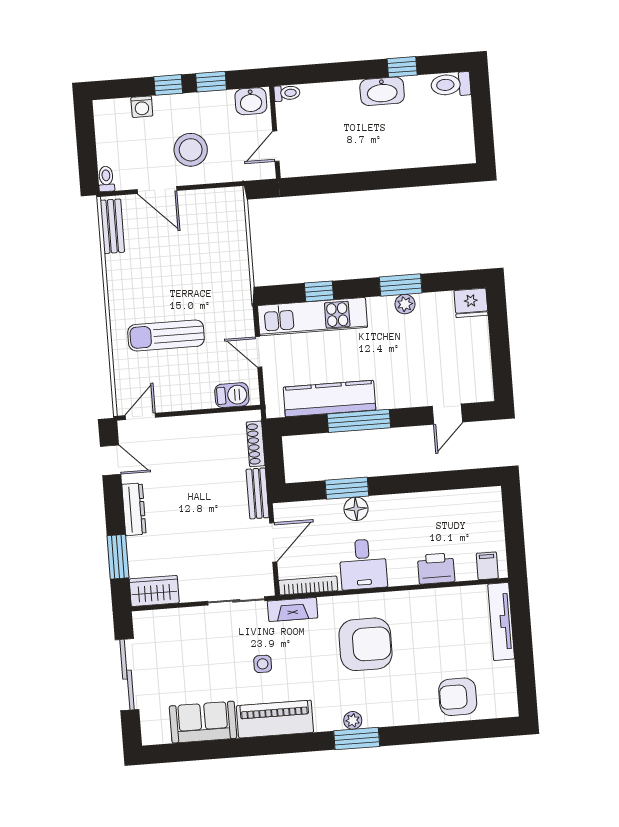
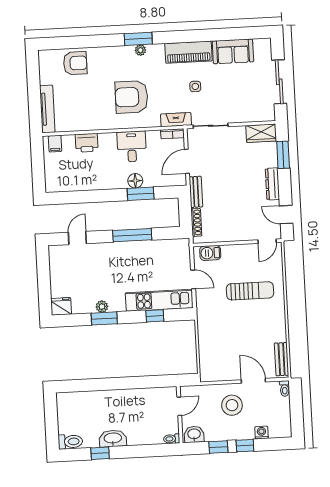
kitchen counter: (329, 399) -> (150, 249), removed
bookcase: (308, 586) -> (172, 134), width x0.64

